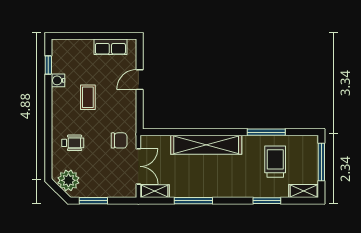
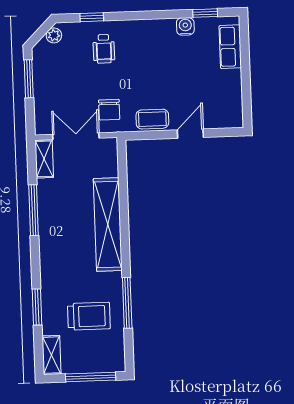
row of seats: (110, 47) -> (230, 47), moved
door: (140, 80) -> (190, 134), hinge flipped
coffee table: (88, 97) -> (152, 119), moved
window: (48, 151) -> (92, 17), added
double door: (138, 166) -> (76, 136), swing flipped
plant: (68, 180) -> (54, 35), width x0.53, depth x0.53

